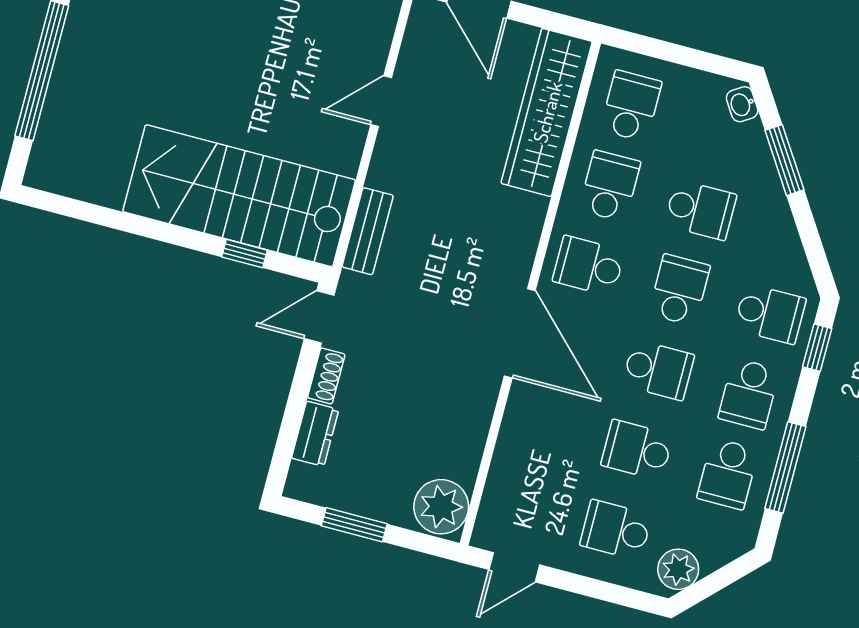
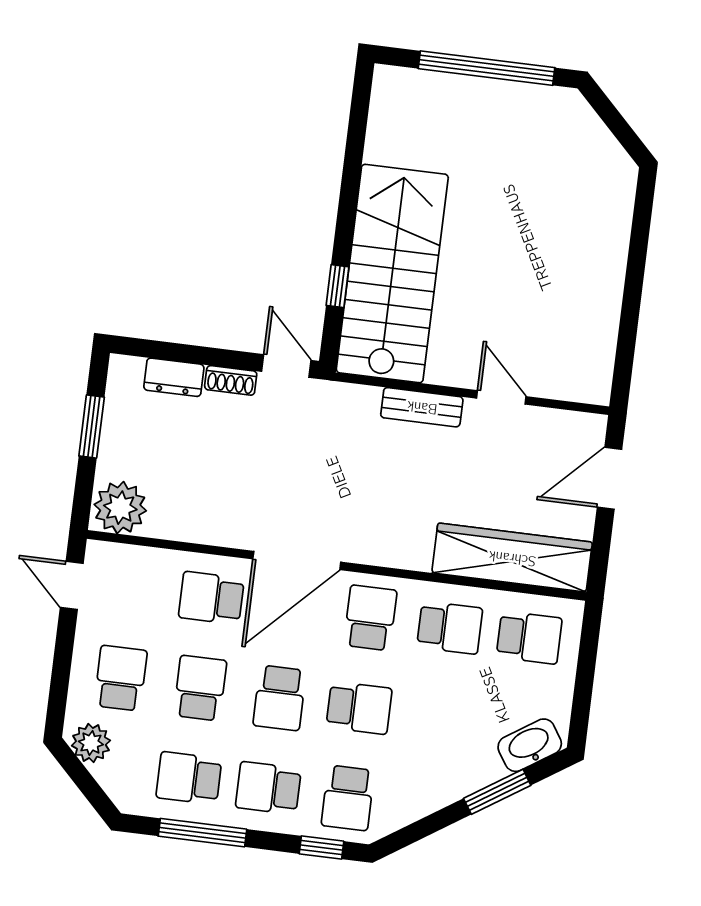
washbasin: (742, 104) -> (530, 745), width x1.91, depth x1.45
school desk: (700, 210) -> (211, 598), moved, turned 90
bench: (368, 231) -> (422, 407), moved

